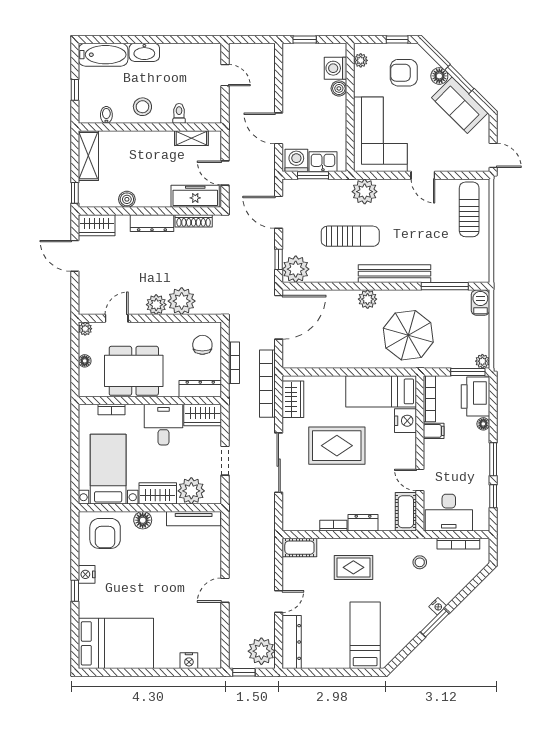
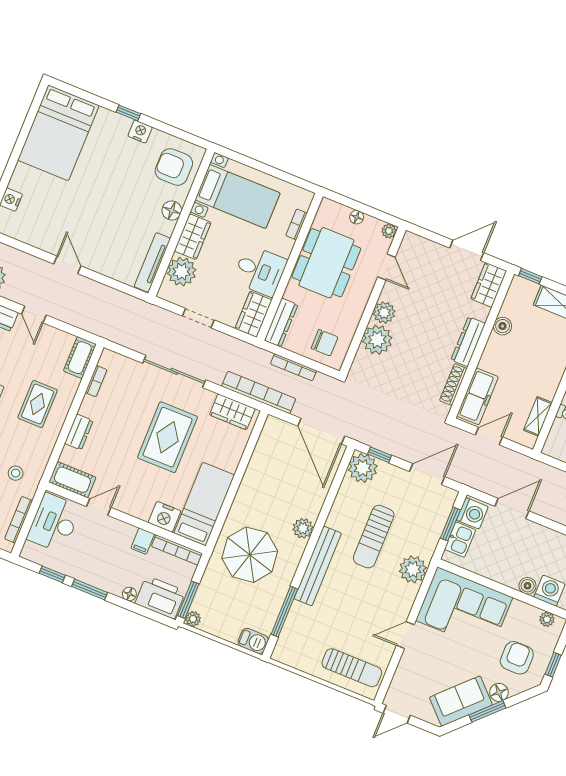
bookcase: (333, 526) -> (96, 381), moved

